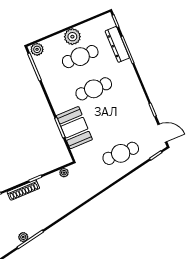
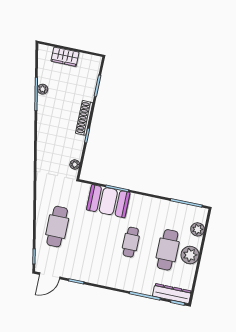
dresser: (117, 44) -> (172, 293), moved
plant: (37, 49) -> (198, 229), moved
cafe table: (94, 89) -> (131, 242), width x0.73, depth x0.74

